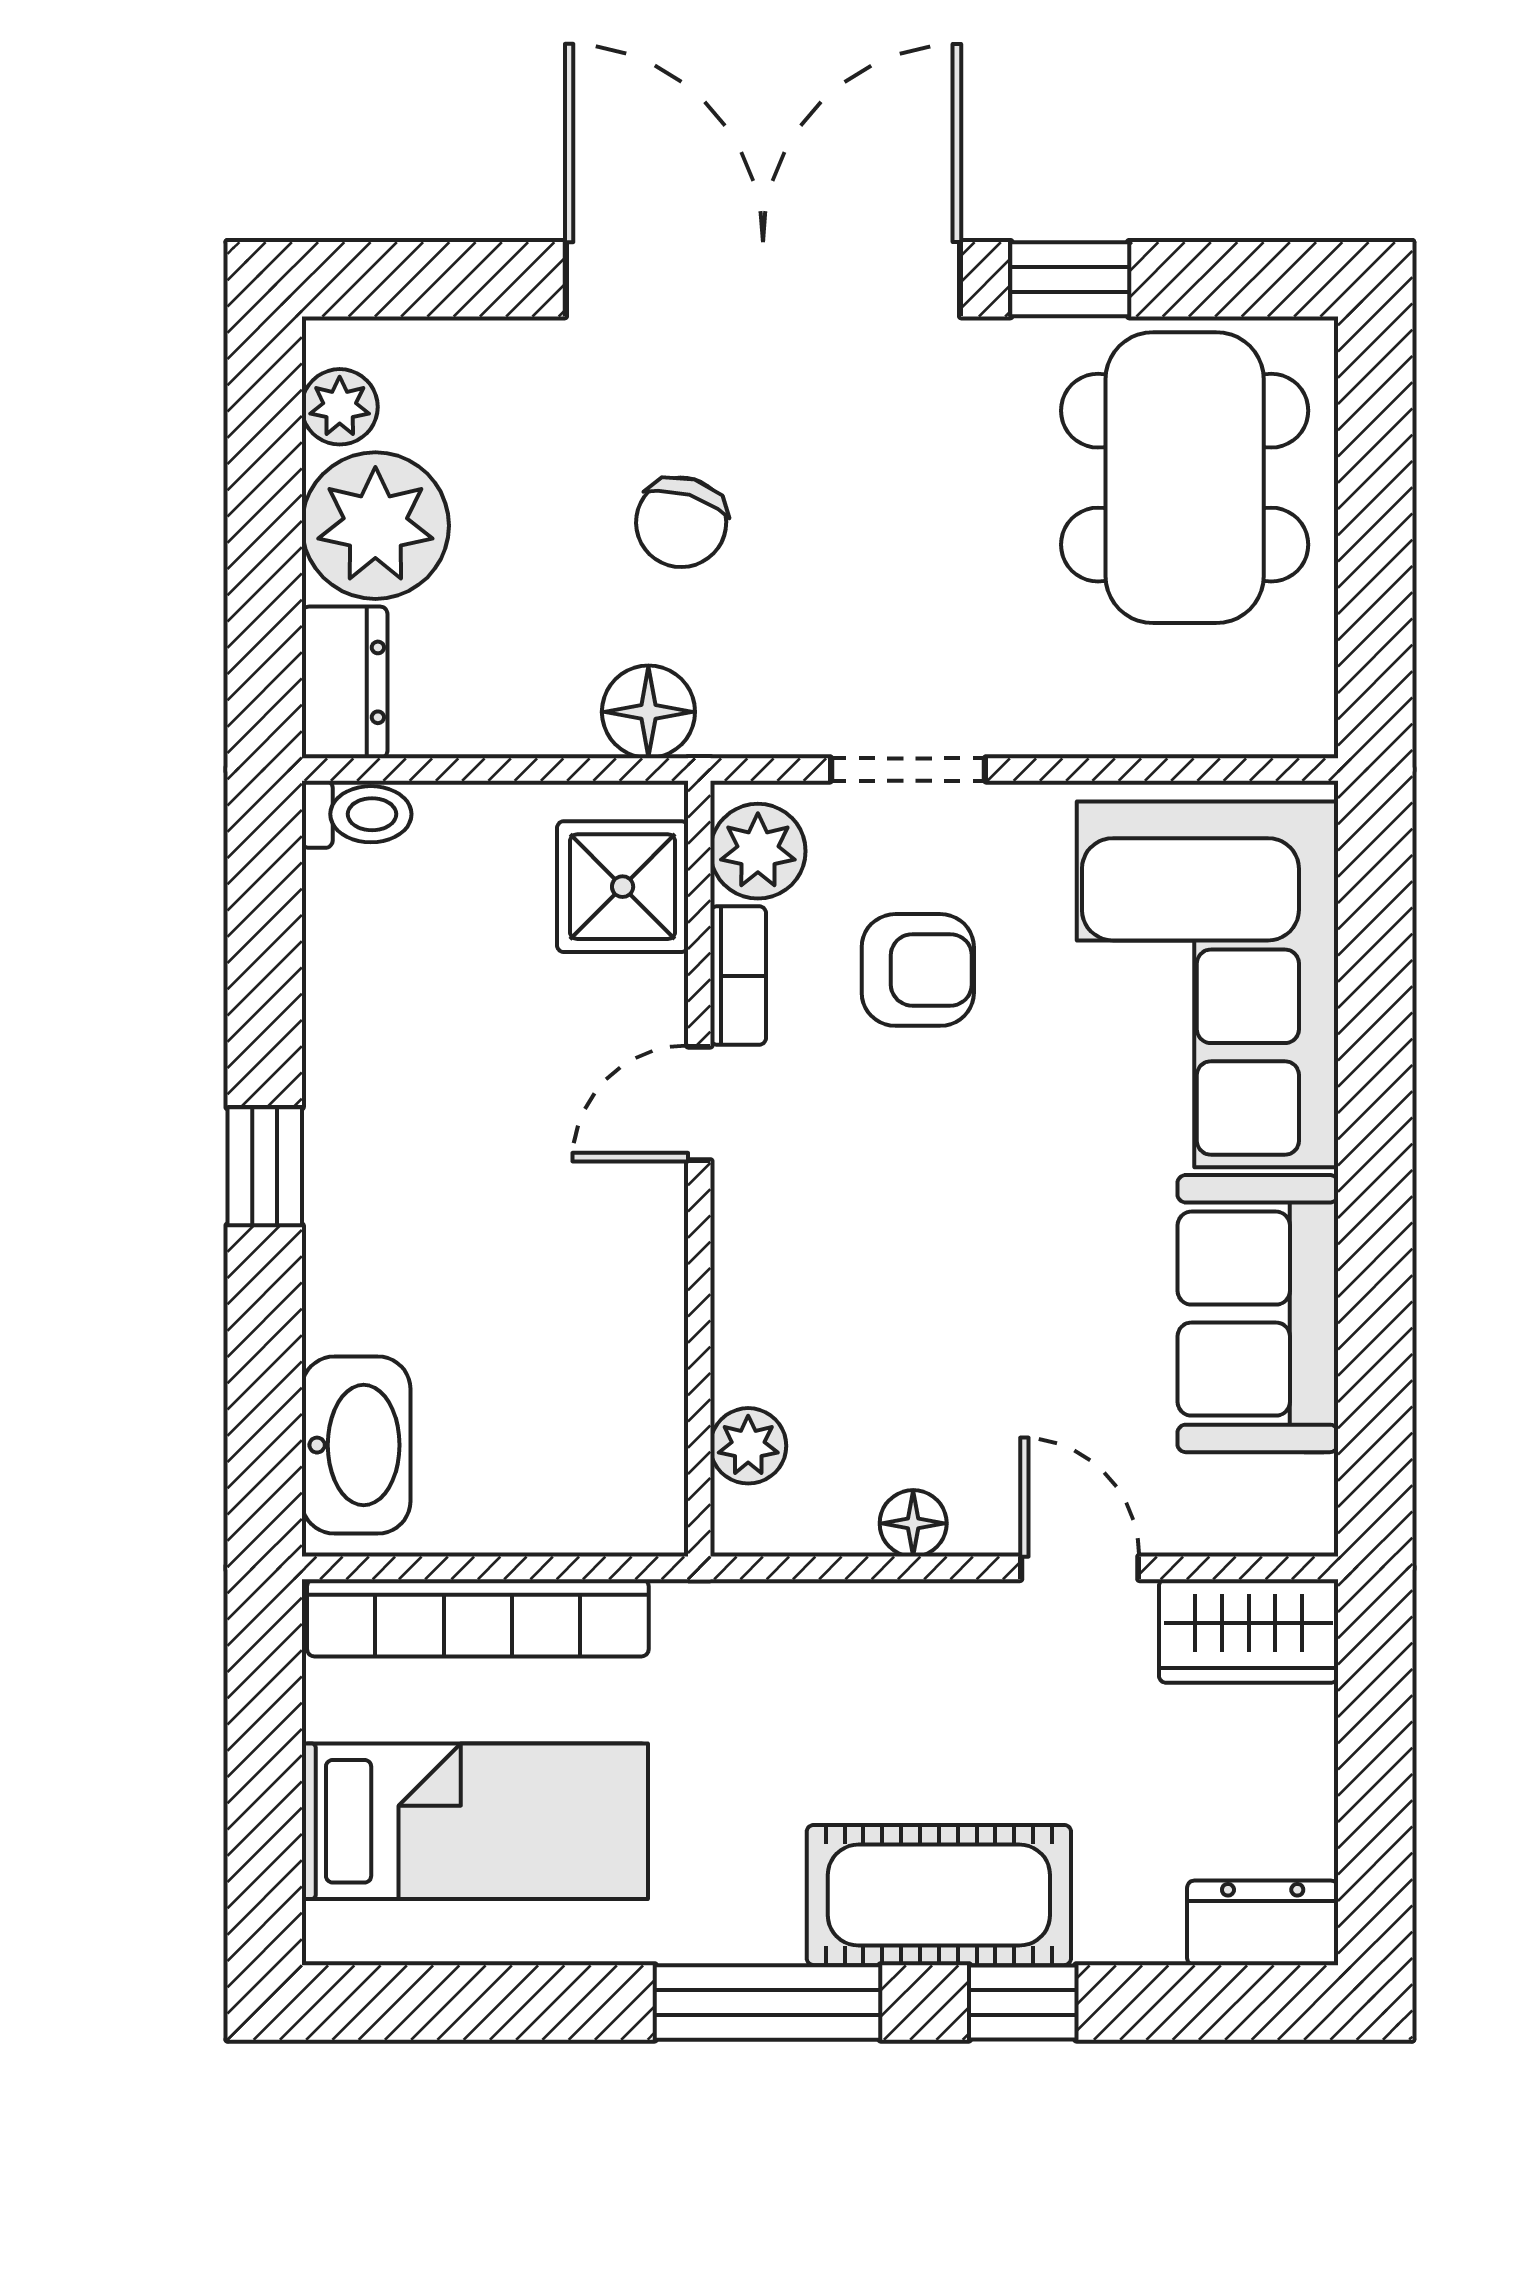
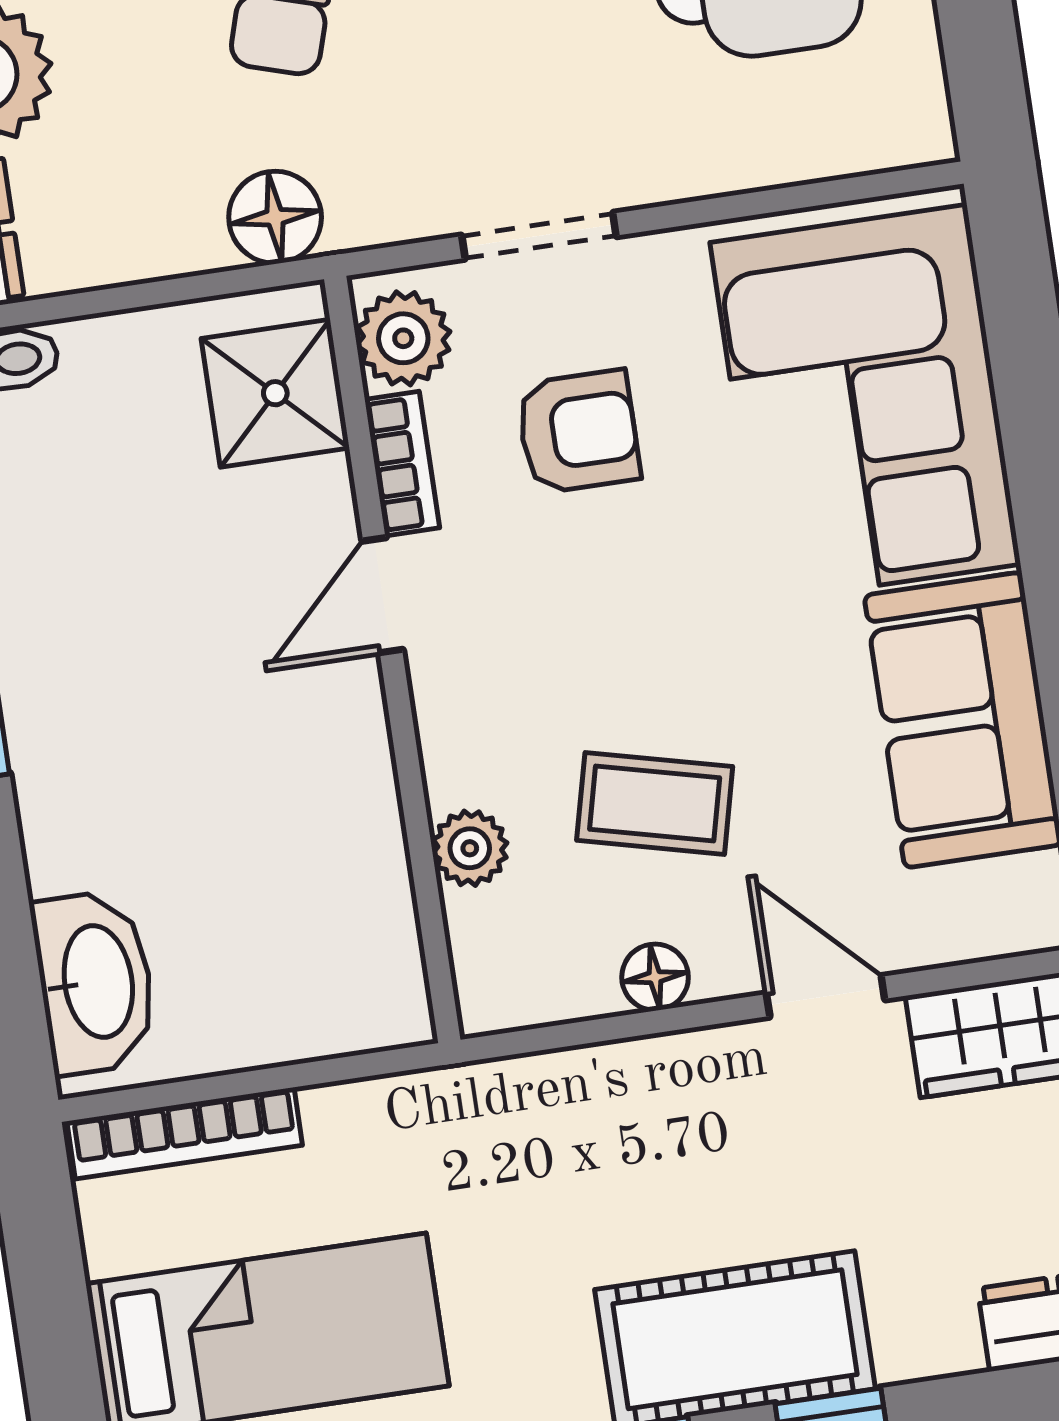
coffee table: (939, 1351) -> (655, 803), added
plant: (748, 1446) -> (470, 848), moved
bookcase: (478, 1618) -> (185, 1133), width x0.68, depth x0.76

